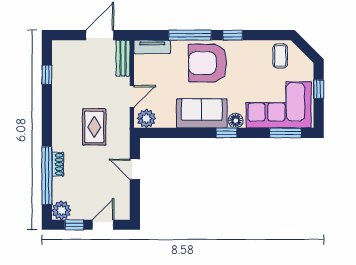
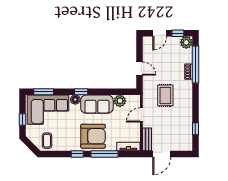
plant: (146, 119) -> (120, 101), moved

